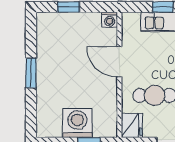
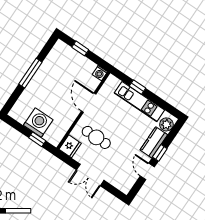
window: (31, 73) -> (30, 73), width x1.44

